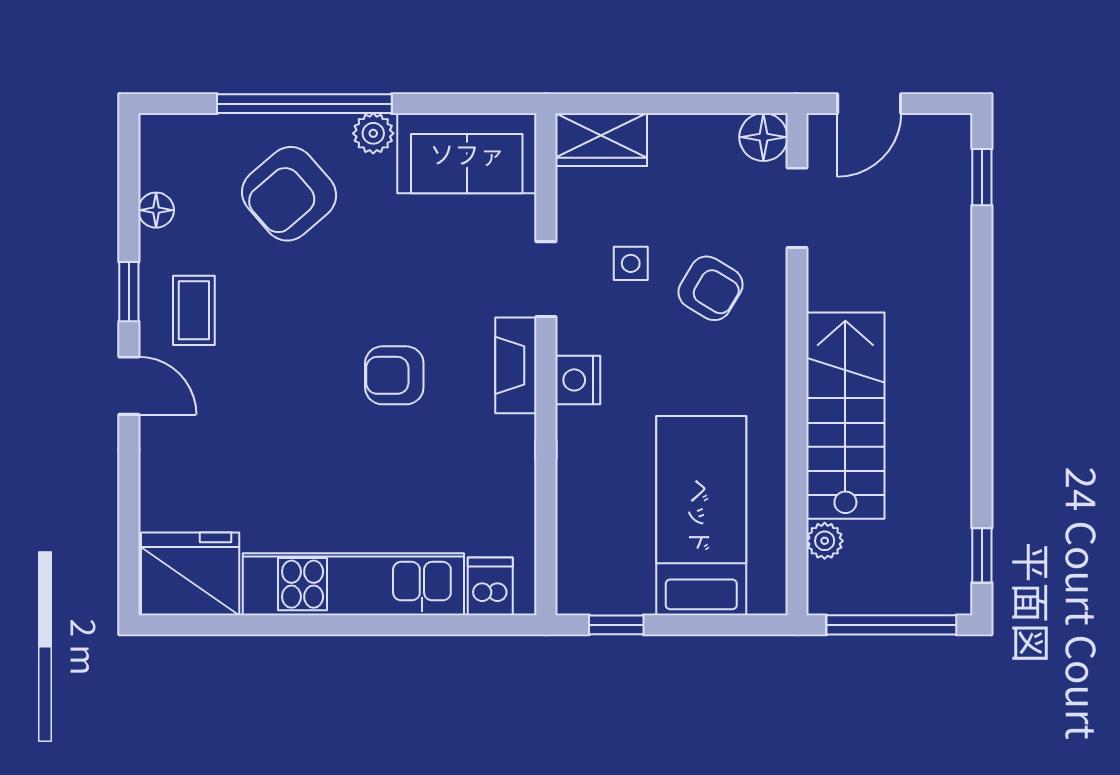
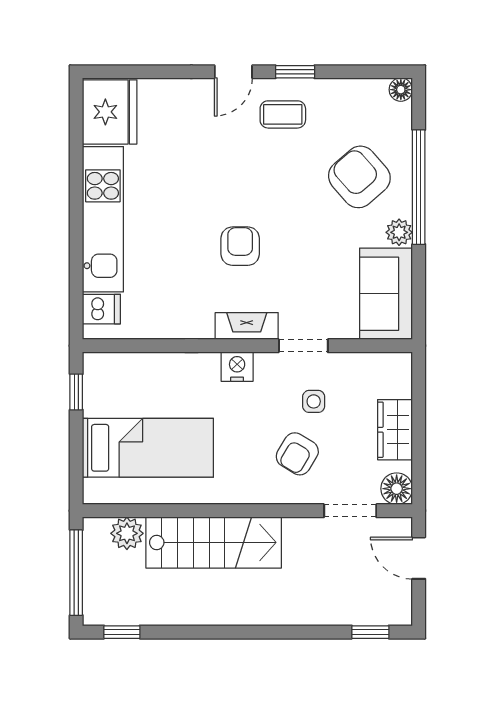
wardrobe: (601, 140) -> (395, 430), moved
floor lamp: (156, 210) -> (401, 90), moved
plant: (825, 541) -> (127, 533), width x1.38, depth x1.38

